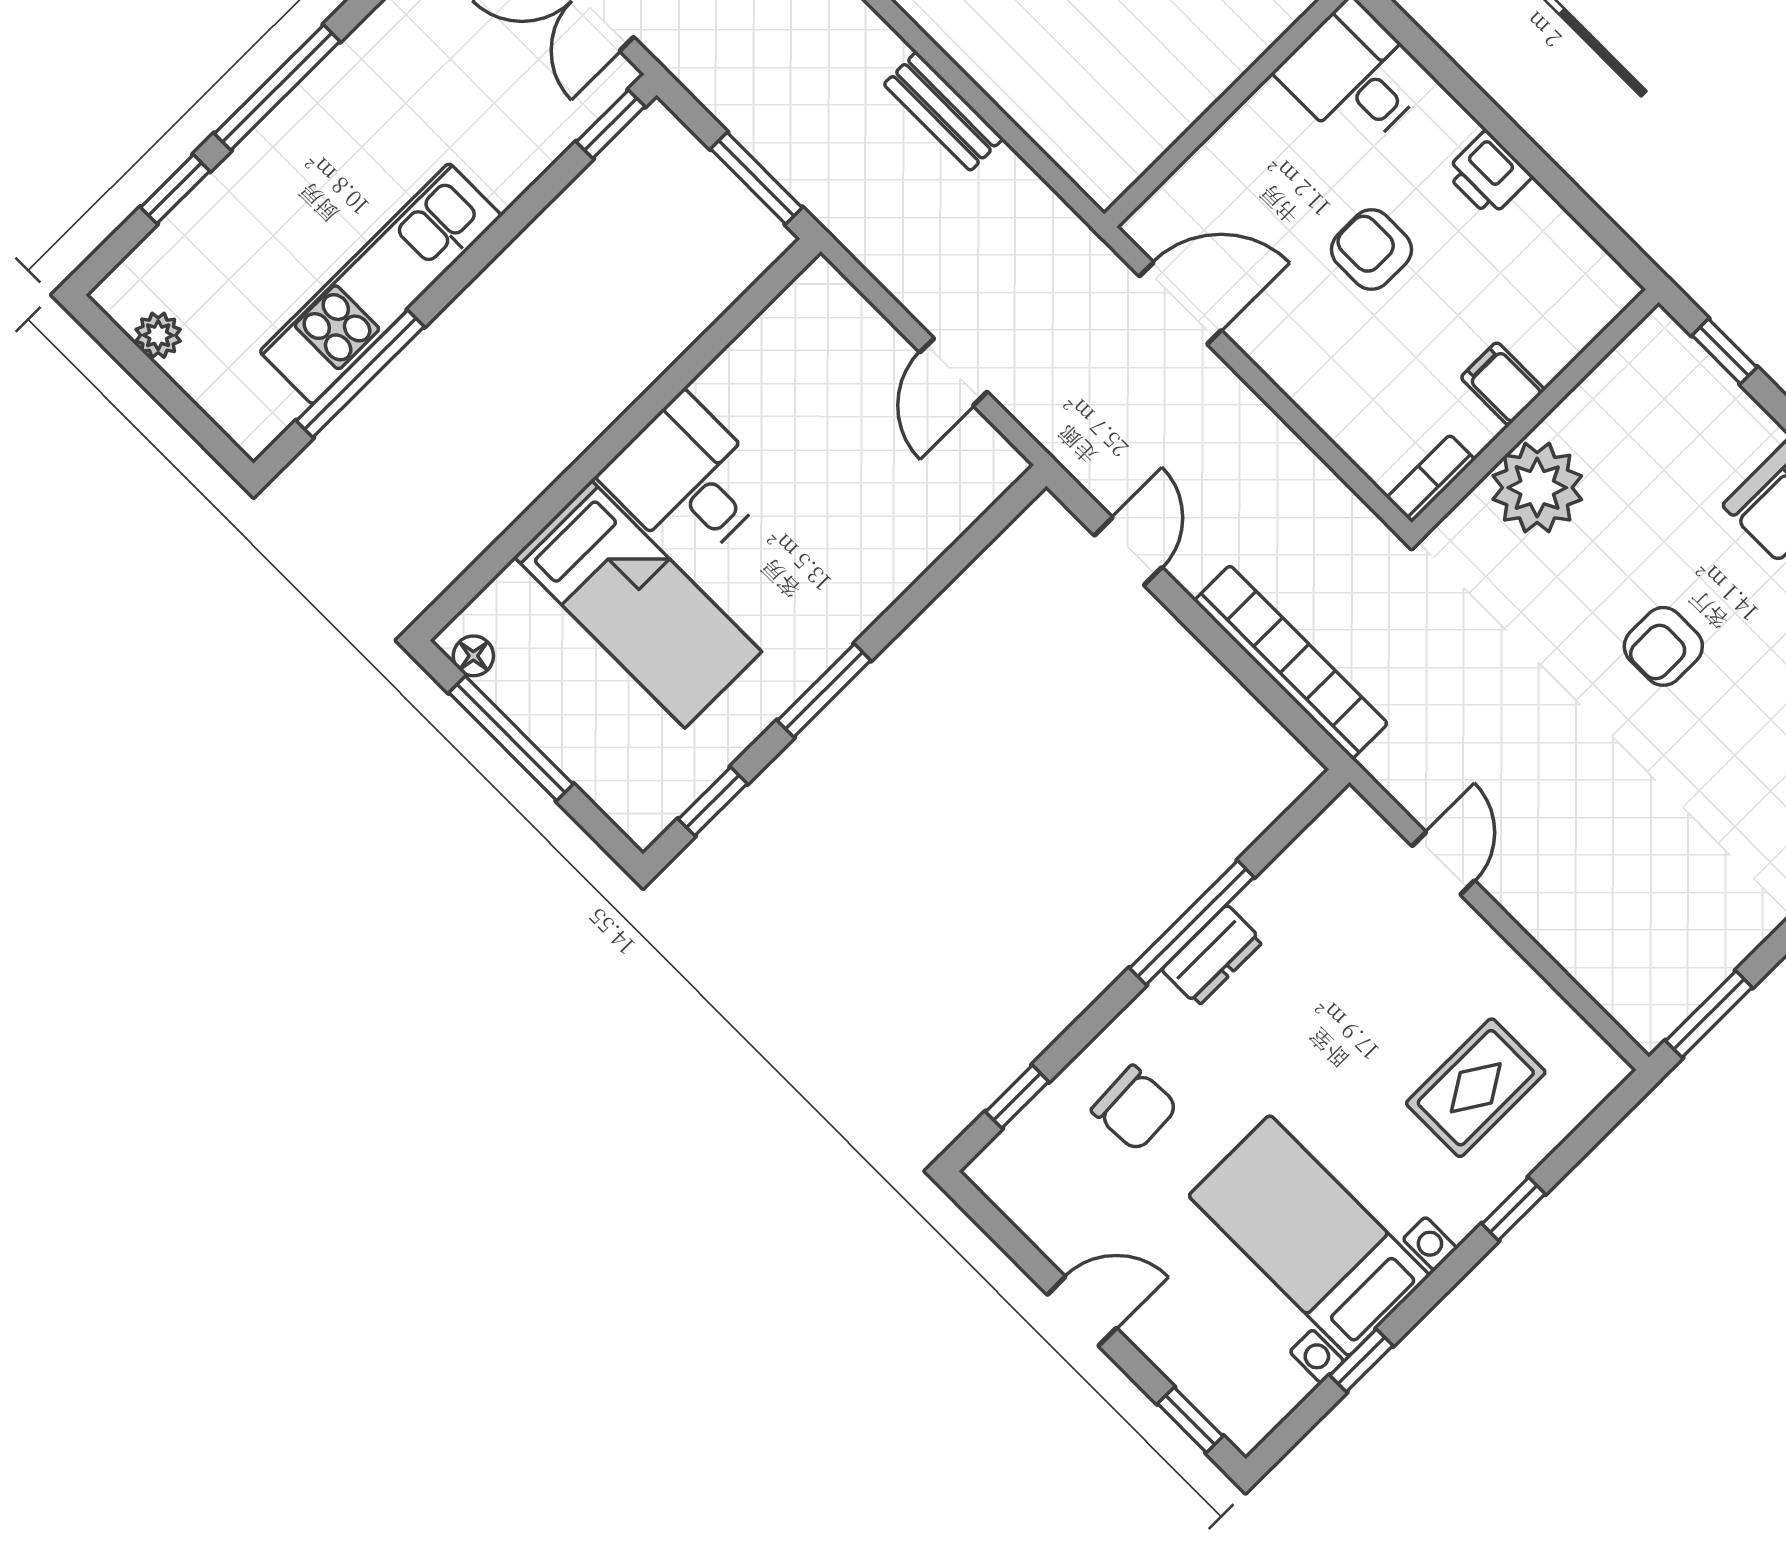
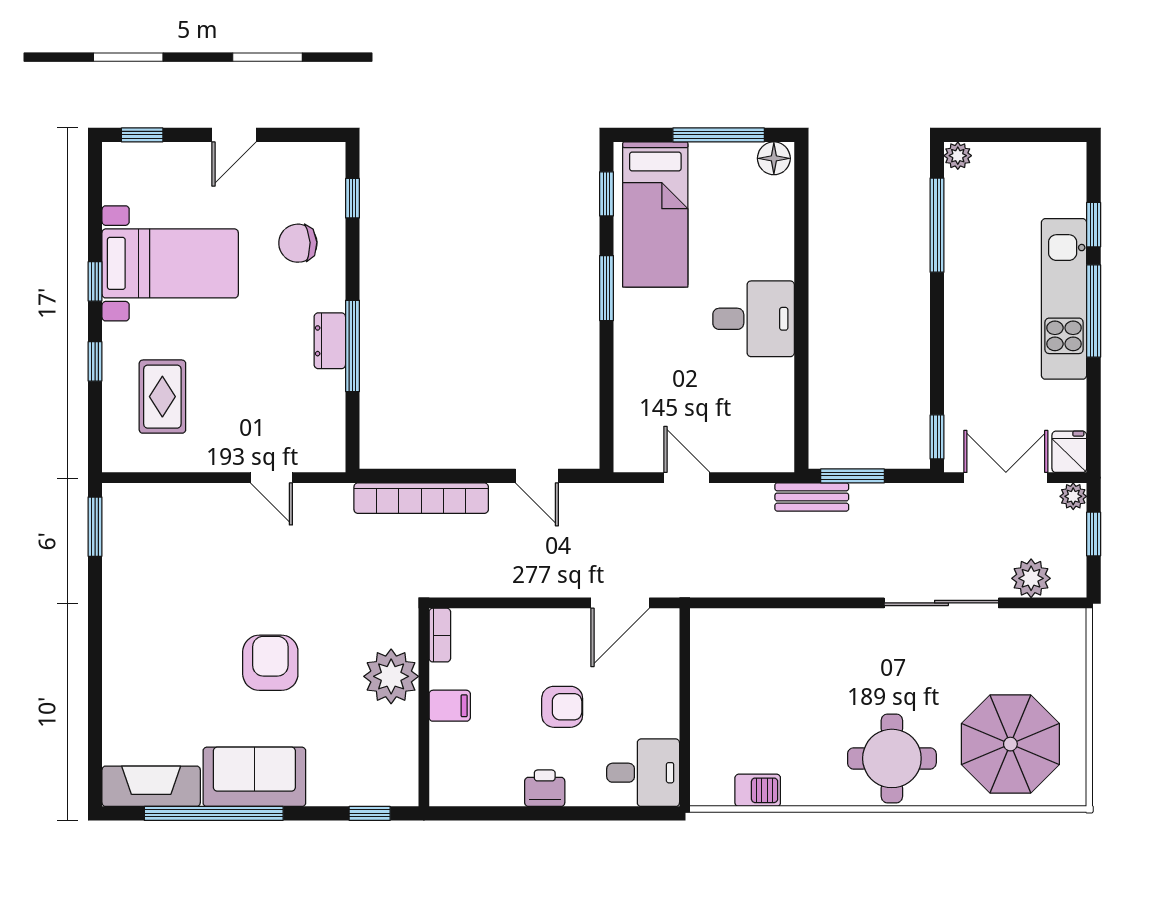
bench: (943, 111) -> (812, 497), moved
kitchen unit: (381, 284) -> (1064, 299), moved, turned 180
plant: (158, 335) -> (958, 156), moved
bed: (638, 604) -> (655, 214), moved, turned -90
armchair: (1663, 646) -> (270, 663), width x1.38, depth x1.38
floor lamp: (473, 656) -> (774, 158), width x1.37, depth x1.37
window: (1361, 1361) -> (95, 281), moved

